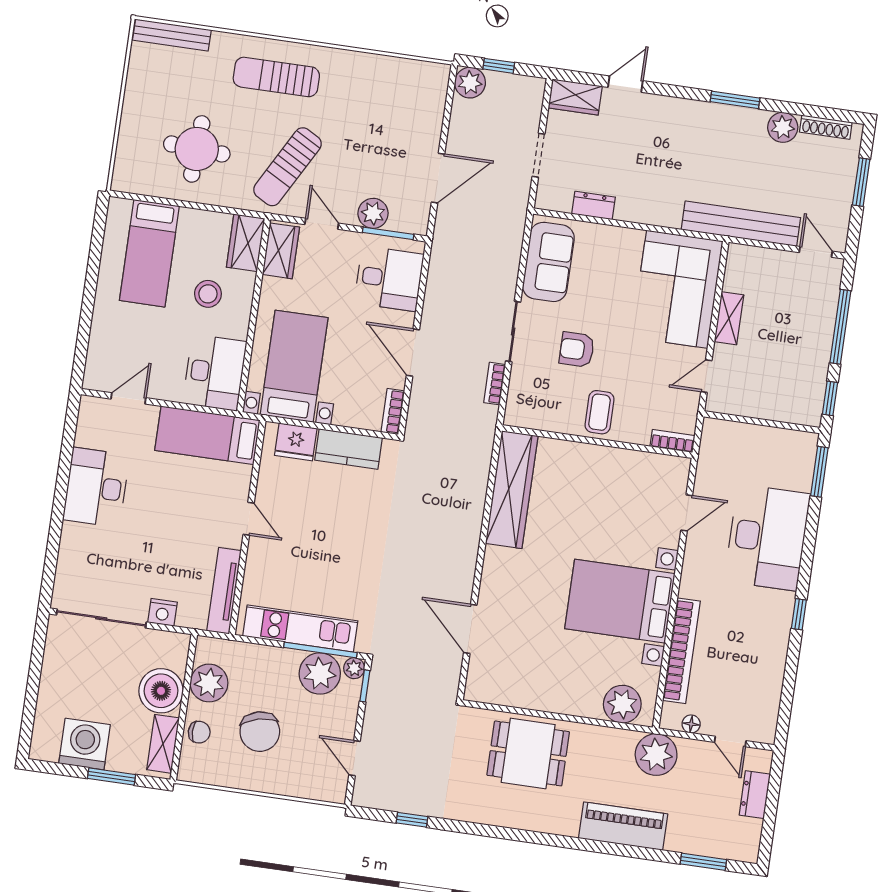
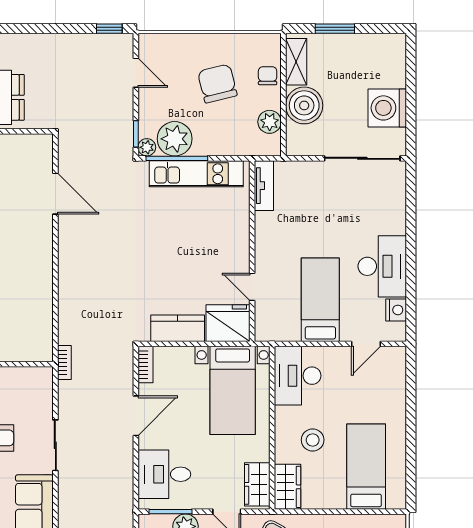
door: (413, 353) -> (136, 416), hinge flipped
bookcase: (495, 384) -> (64, 362), moved
bed: (207, 435) -> (320, 300), moved, turned -90
fridge: (296, 442) -> (228, 323), width x1.36, depth x1.34
wardrobe: (512, 490) -> (38, 314), removed
door: (249, 519) -> (252, 287), moved
tv unit: (224, 591) -> (264, 186), width x0.71
nightstand: (162, 612) -> (396, 310), moved, turned 90
plant: (209, 683) -> (270, 122), width x0.73, depth x0.73
chair: (199, 732) -> (268, 76), turned 90
washing machine: (85, 744) -> (387, 108), moved, turned 90
window: (412, 820) -> (109, 29), moved

